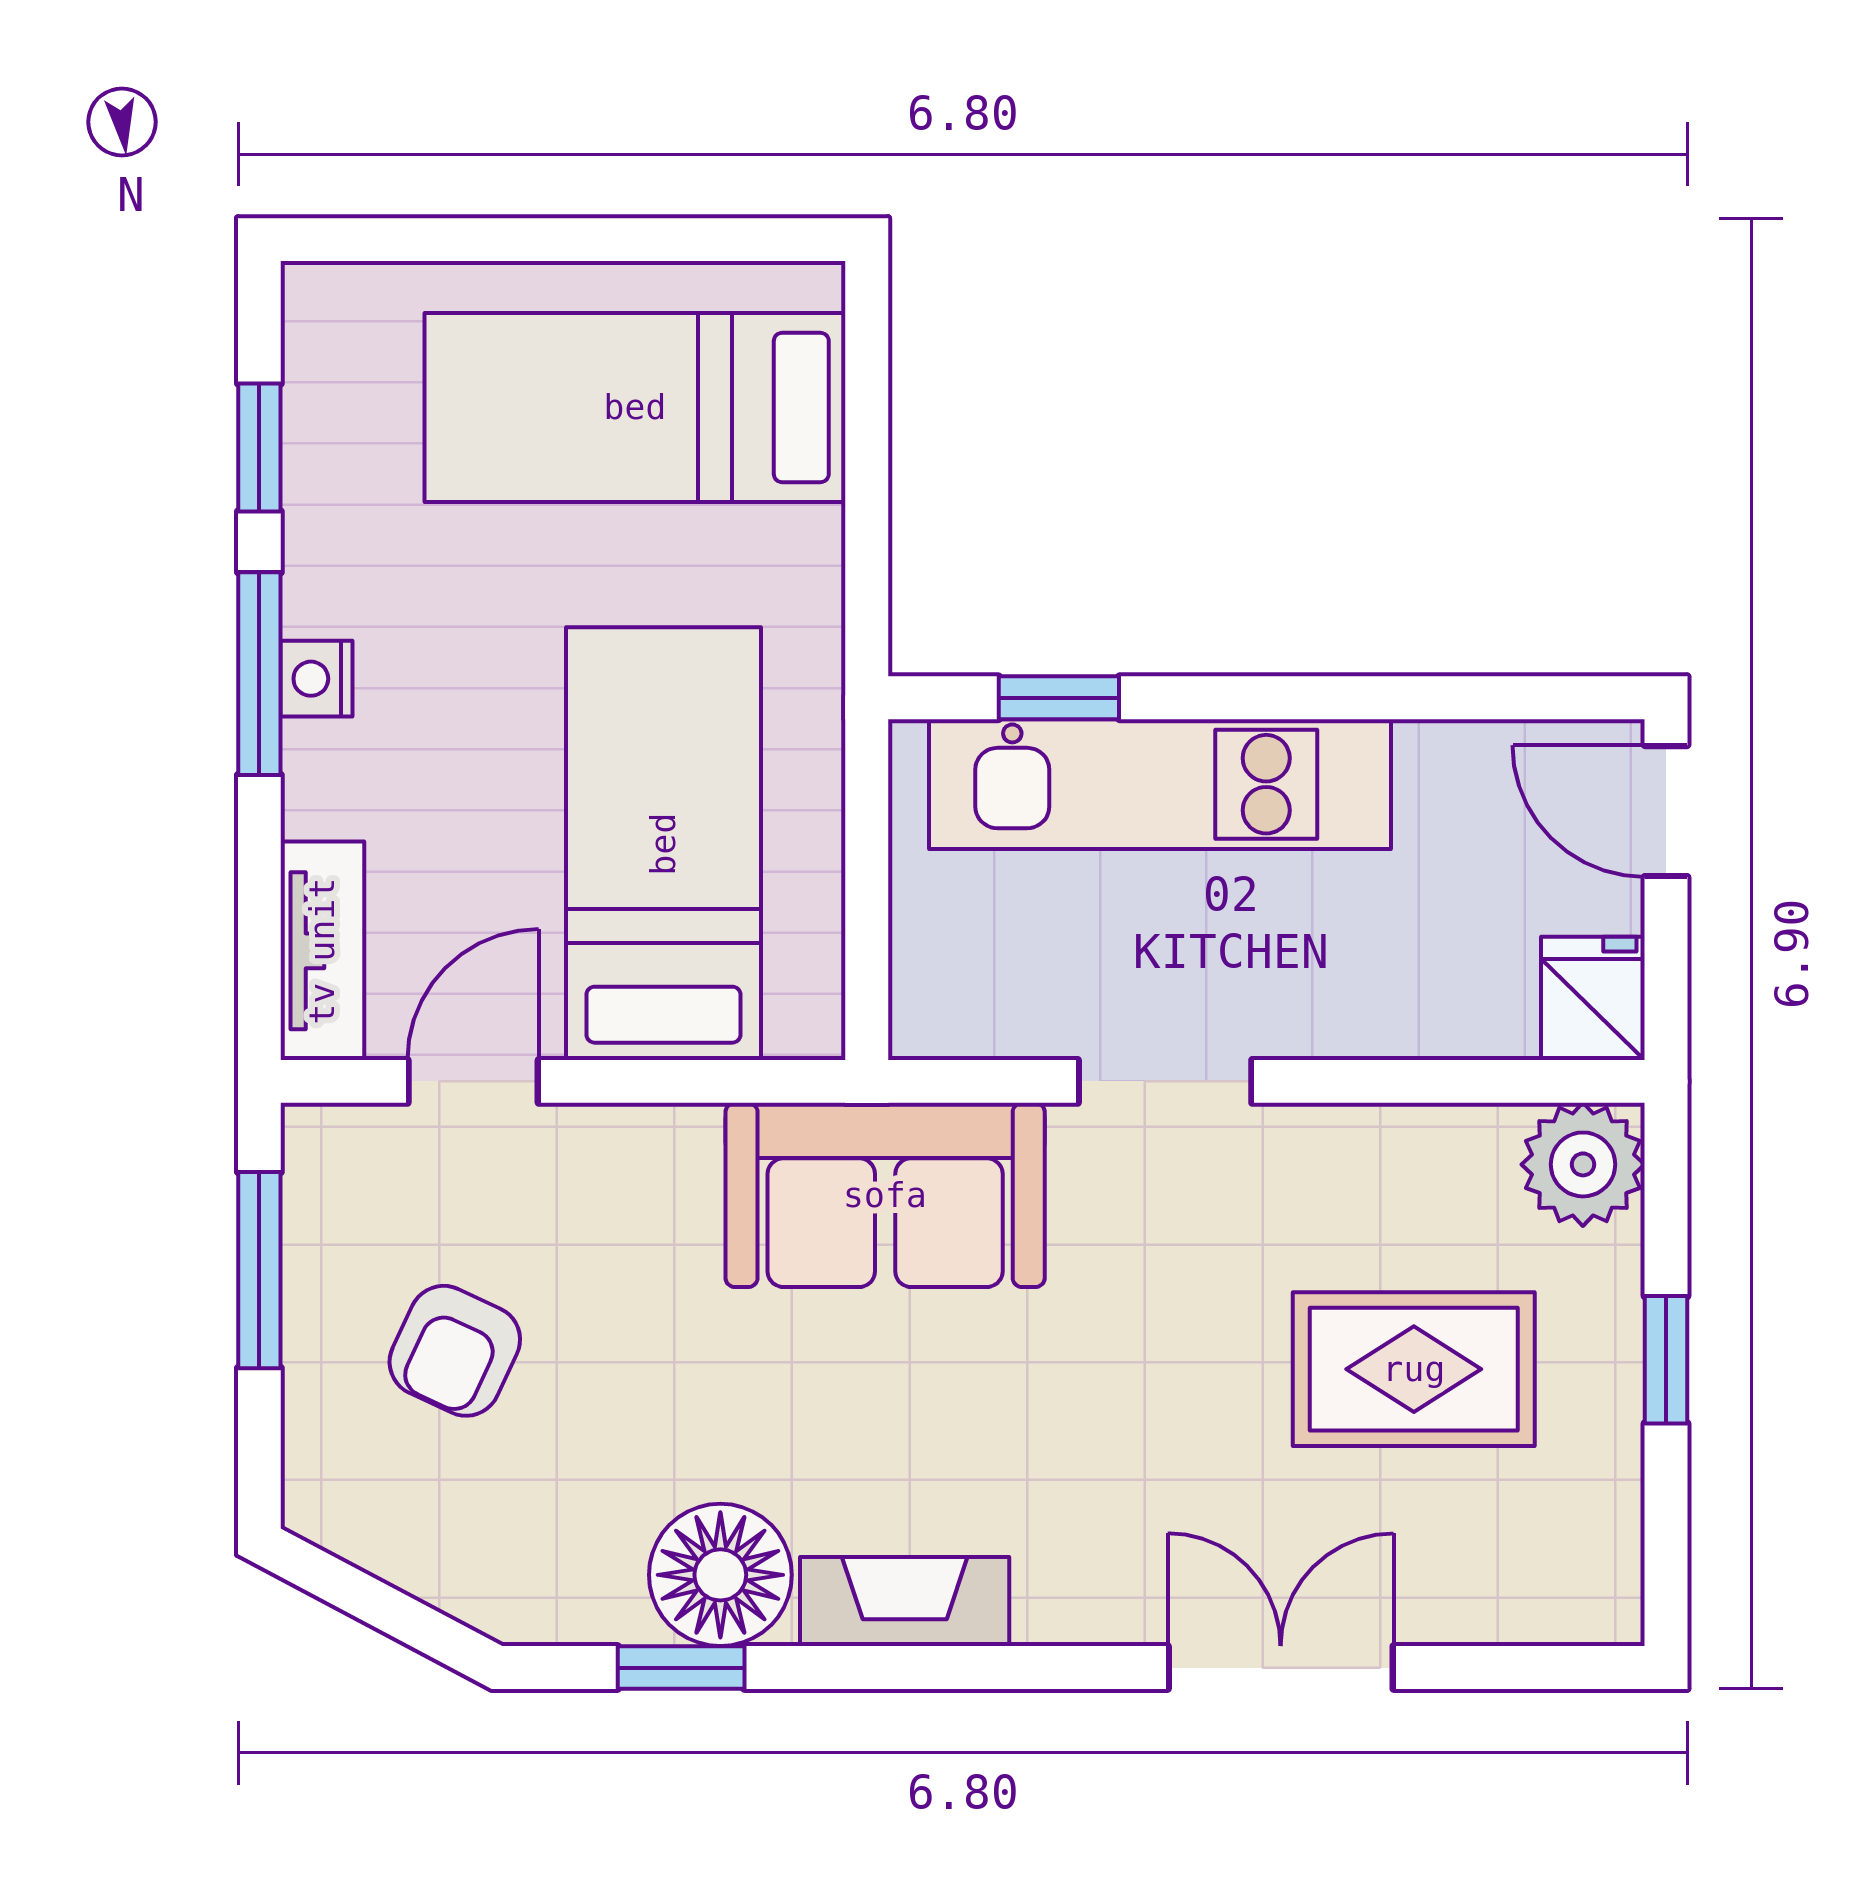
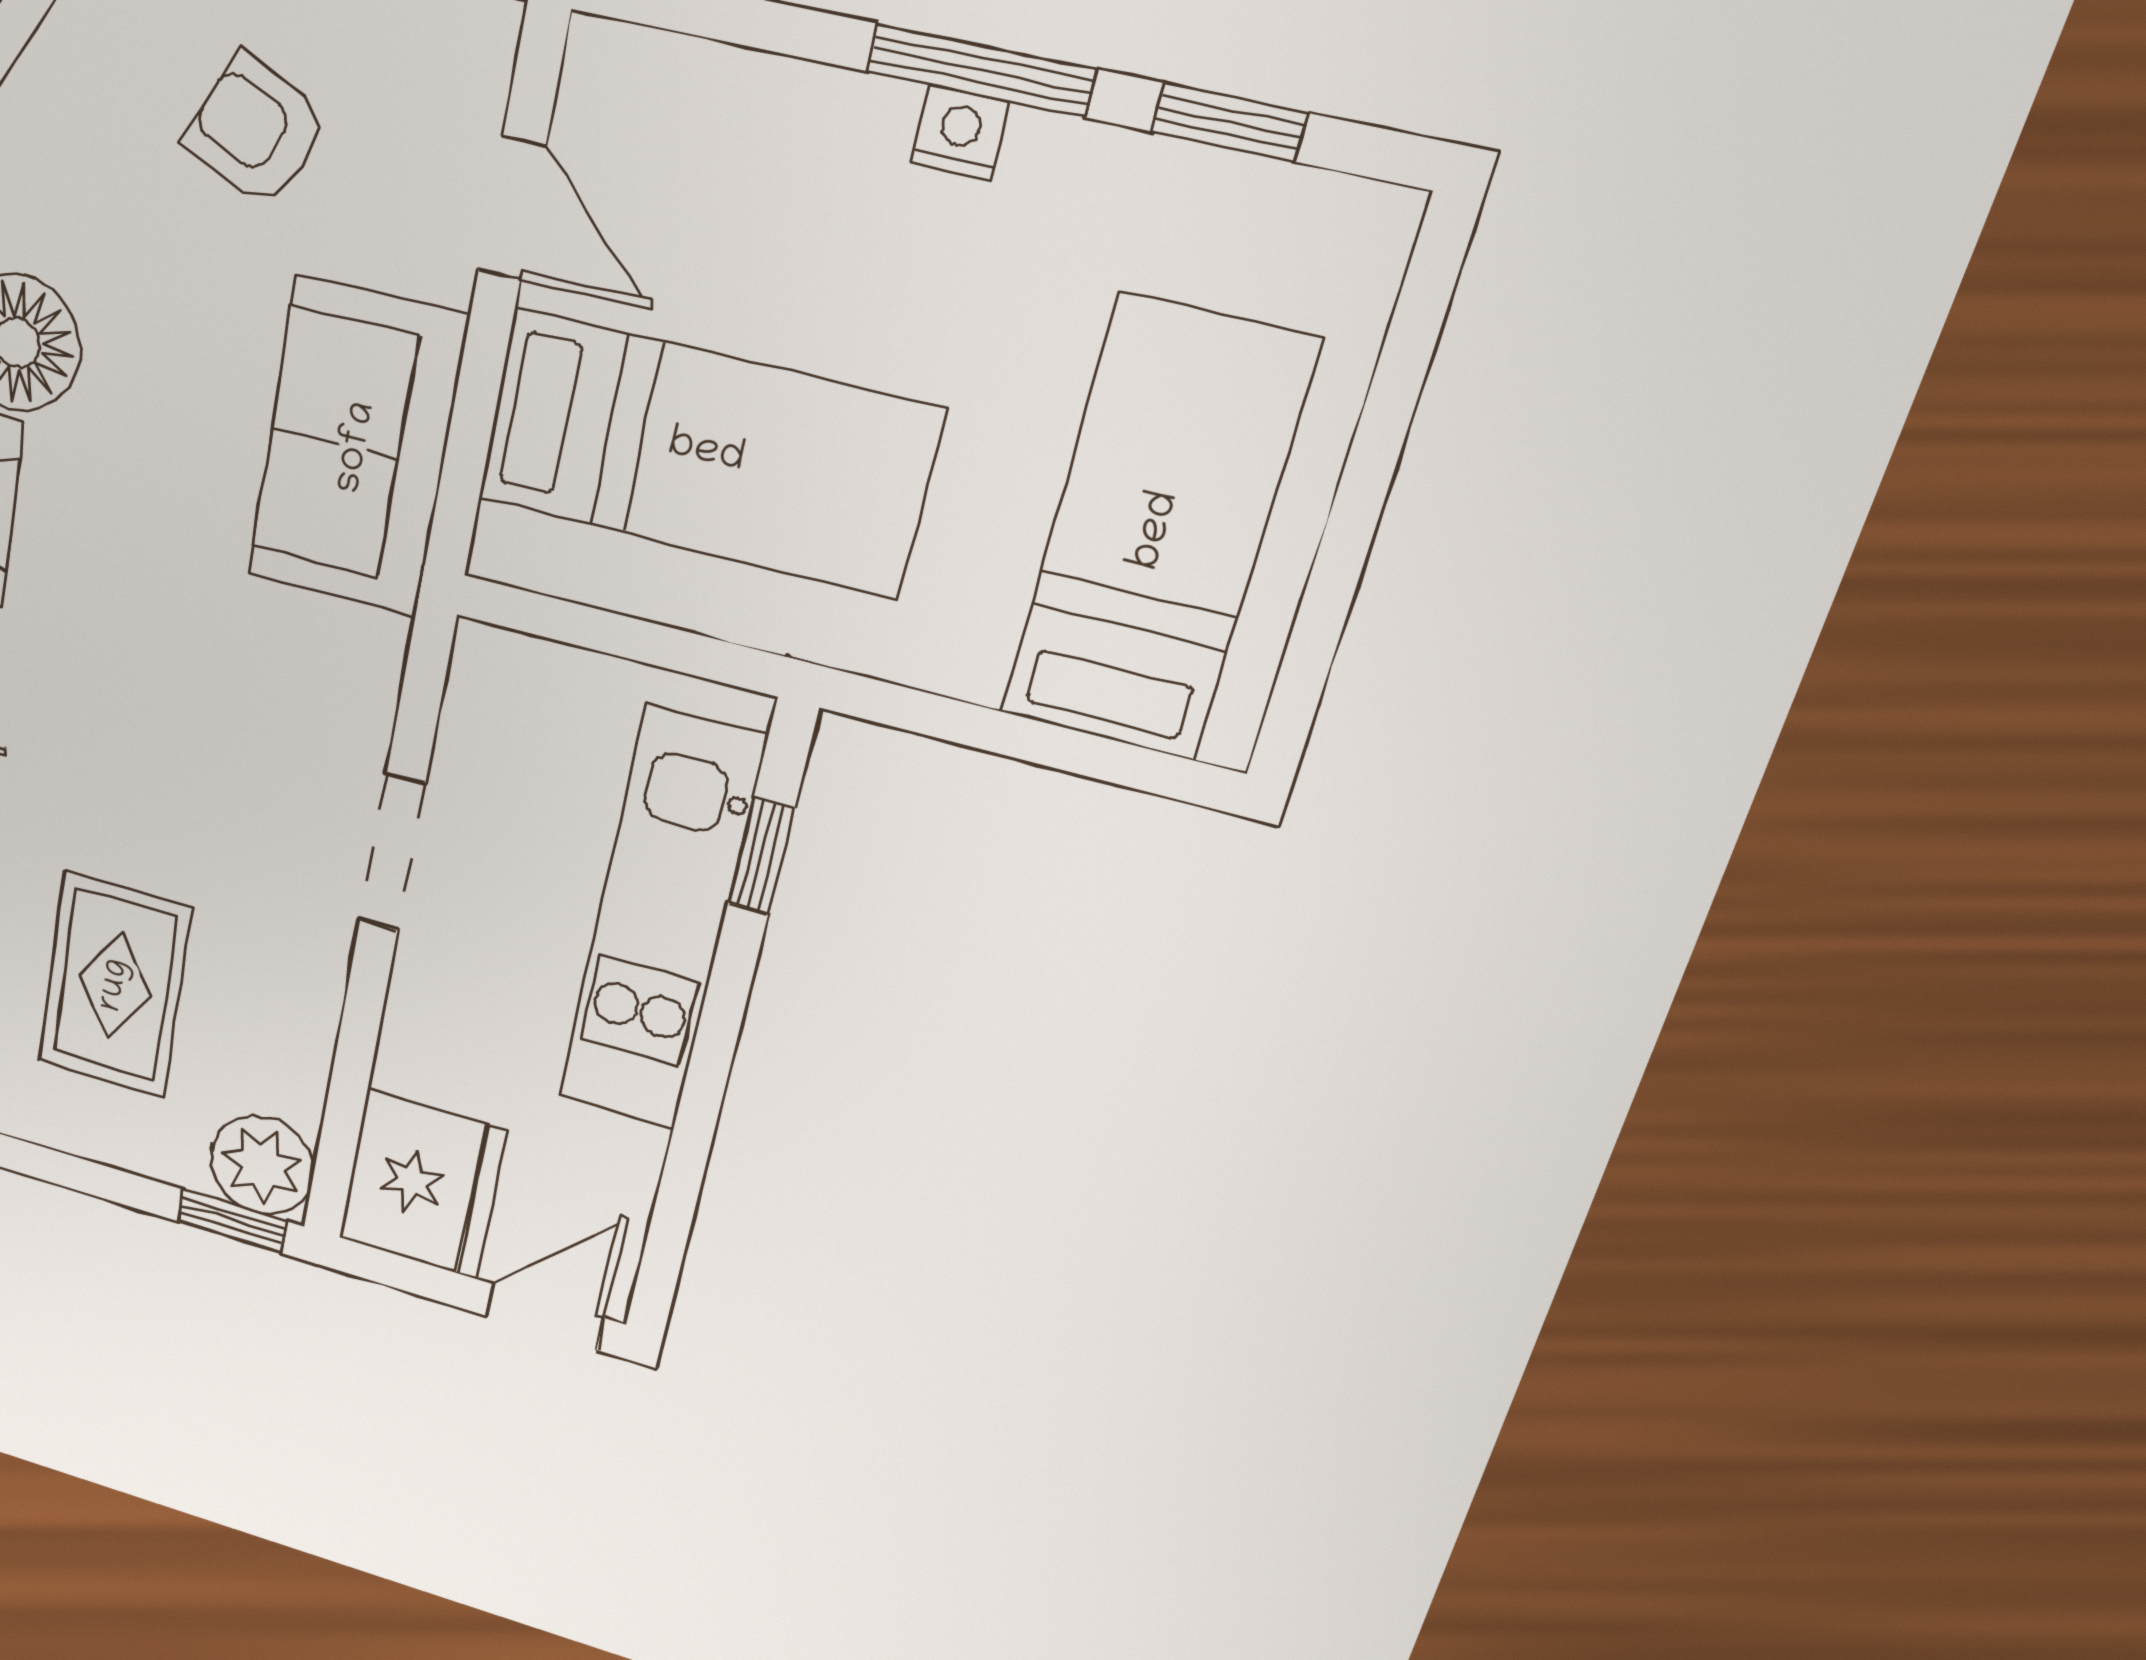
tv unit: (322, 951) -> (674, 78), removed
fridge: (1593, 998) -> (423, 1185), width x1.88, depth x1.34
sofa: (885, 1195) -> (357, 448), moved
window: (1666, 1360) -> (232, 1221), moved

